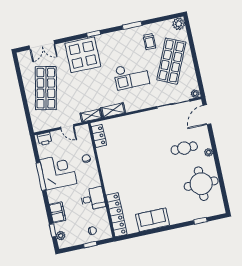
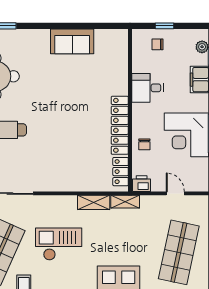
door: (67, 127) -> (175, 193), moved
printer: (45, 139) -> (142, 184), moved
locker: (117, 215) -> (120, 125), moved

